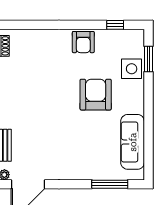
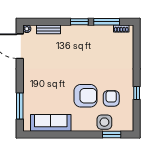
window: (115, 25) -> (137, 93), moved
armchair: (83, 42) -> (111, 98), moved, turned 90

